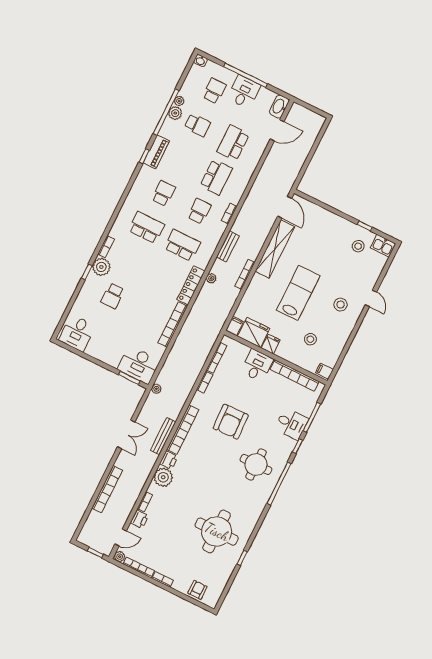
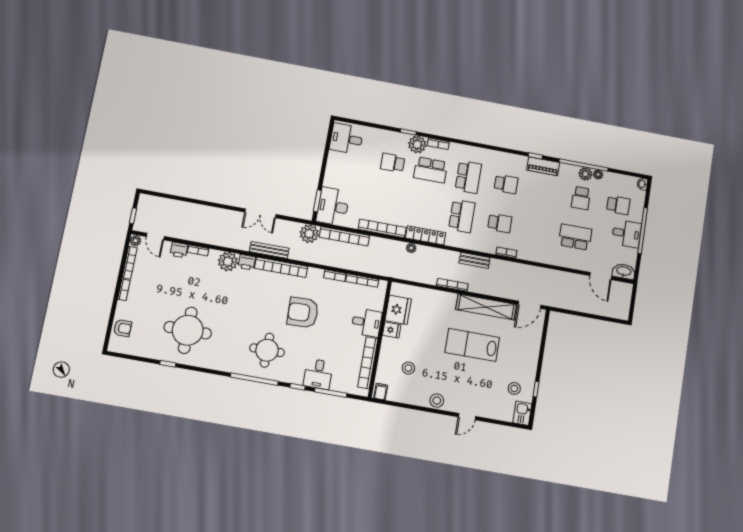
school desk: (216, 177) -> (431, 170), moved
plant: (211, 278) -> (411, 248), moved
lab bench: (298, 293) -> (472, 345), moved, turned 180
stool: (341, 305) -> (437, 401), moved
filing cabinet: (235, 326) -> (399, 289), removed
plant: (156, 389) -> (309, 234), width x1.87, depth x1.87
bookcase: (107, 489) -> (344, 236), moved

